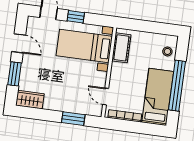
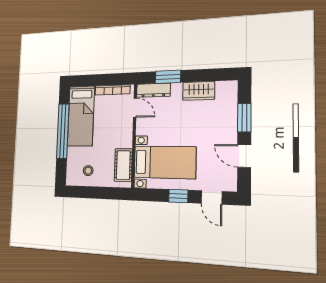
stool: (167, 51) -> (88, 171), moved
wardrobe: (30, 100) -> (199, 91), moved
dresser: (87, 109) -> (153, 90), added

